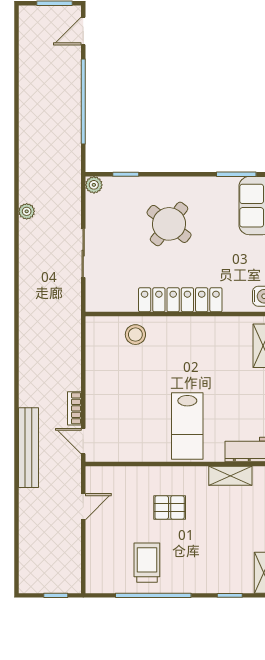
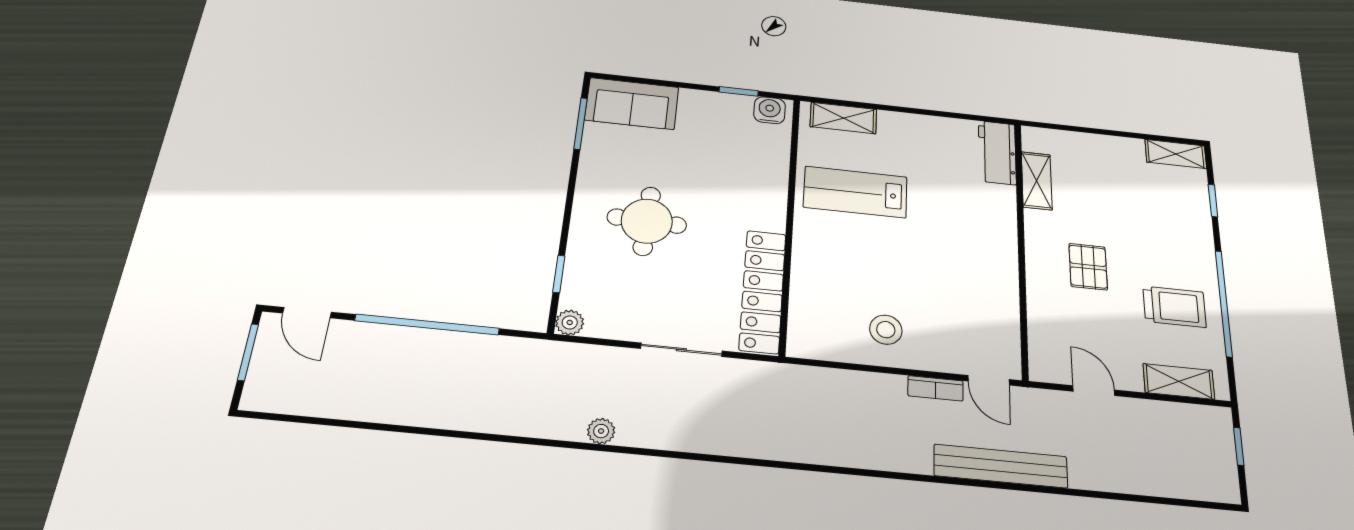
round table: (169, 224) -> (647, 221), turned -36
locker: (180, 300) -> (763, 291), moved
stool: (135, 335) -> (886, 330), moved
lab bench: (187, 426) -> (855, 192), moved, turned 180
door: (83, 441) -> (989, 380), hinge flipped
shelving: (95, 561) -> (1179, 381), added
trolley: (147, 563) -> (1175, 307), turned 180

